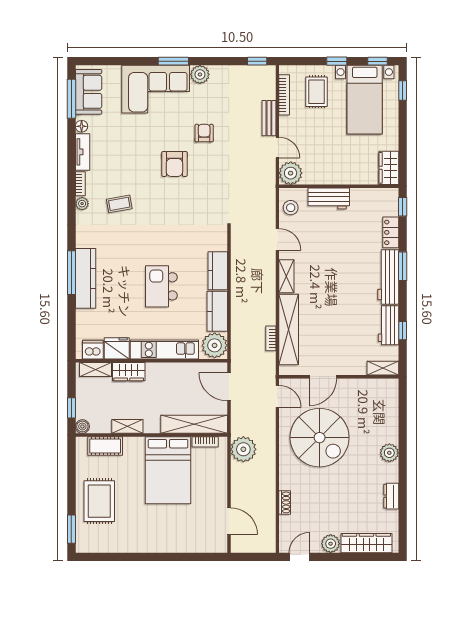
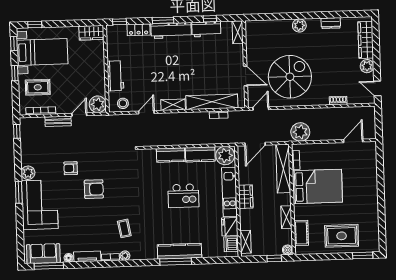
wardrobe: (129, 372) -> (246, 197), moved

